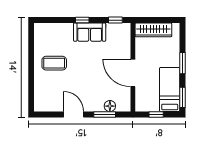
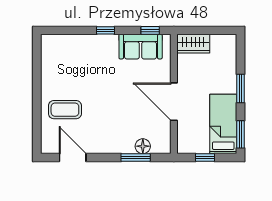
wardrobe: (153, 30) -> (193, 44), width x0.67
sofa: (90, 32) -> (141, 47), moved
coffee table: (54, 63) -> (65, 110), moved
door: (74, 114) -> (73, 158), moved

